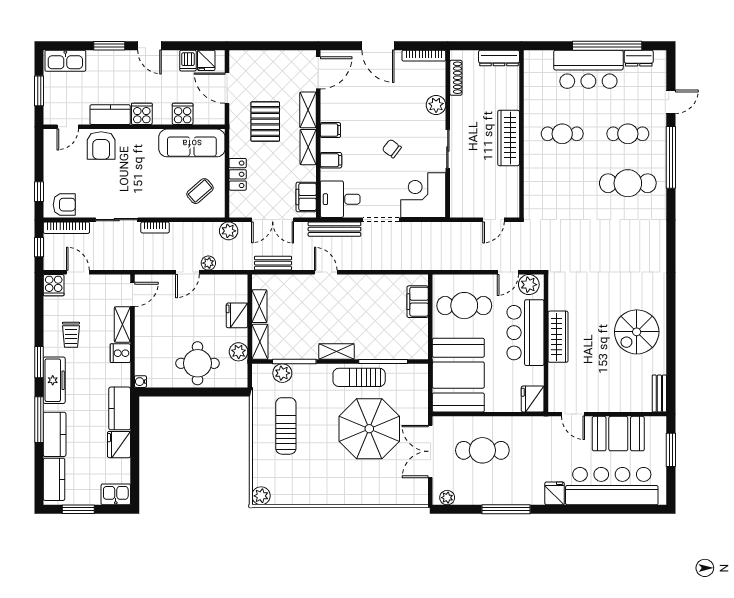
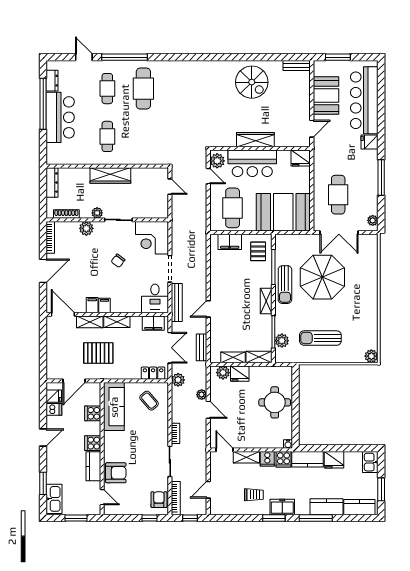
window: (109, 46) -> (43, 483), moved
plant: (457, 120) -> (97, 213), added
filing cabinet: (331, 160) -> (92, 305), moved
locker: (238, 174) -> (153, 373), moved
cooker: (54, 285) -> (284, 459), moved, turned 90
pallet: (405, 341) -> (258, 251), added
plant: (239, 352) -> (223, 373), moved
freezer: (54, 380) -> (282, 507), width x0.71

